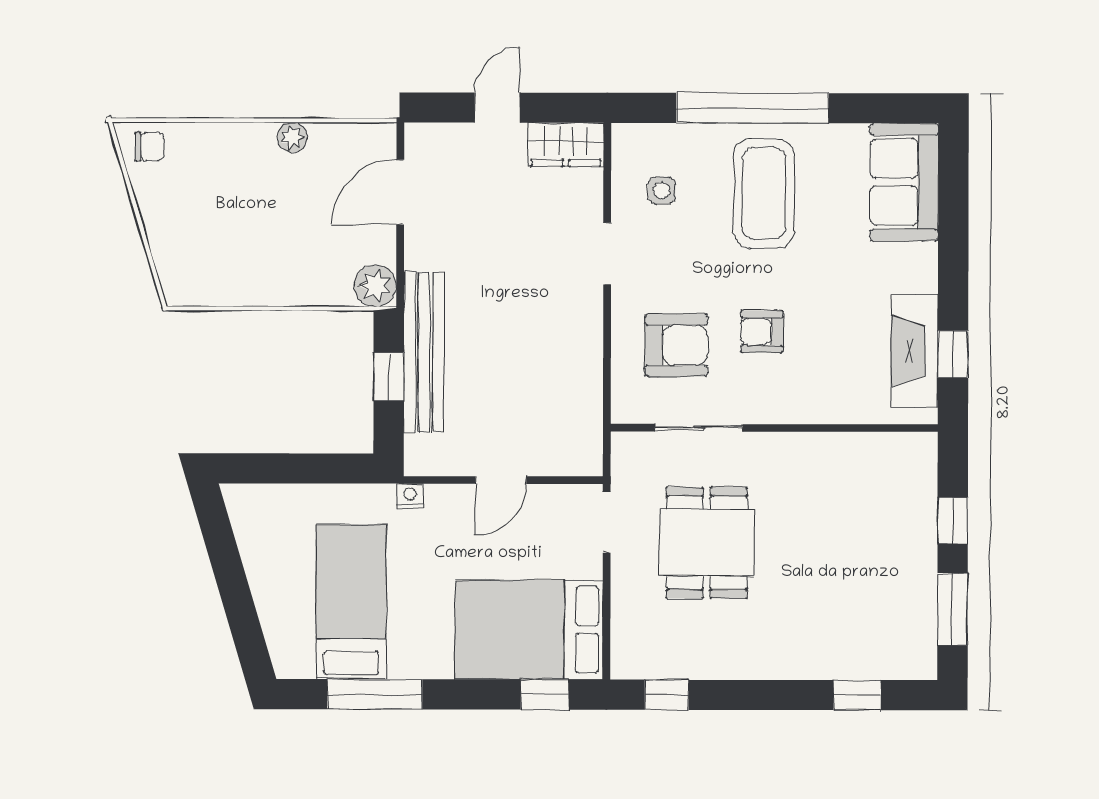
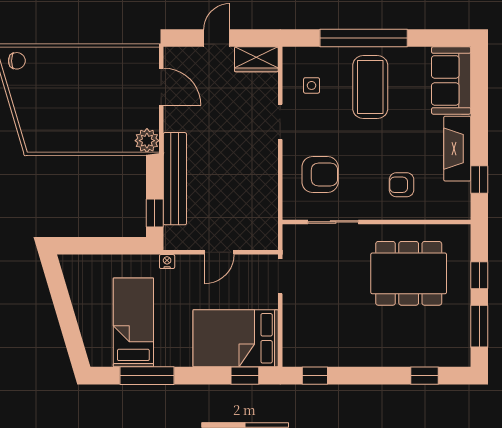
plant: (292, 137) -> (99, 55), removed
door: (400, 192) -> (161, 87), swing flipped
armchair: (762, 331) -> (402, 185), moved
fireplace: (915, 351) -> (457, 149), moved
window: (389, 377) -> (155, 213), moved
dining table: (707, 543) -> (409, 273), moved, width x1.38

